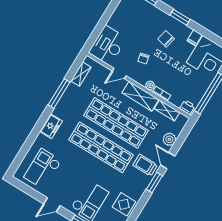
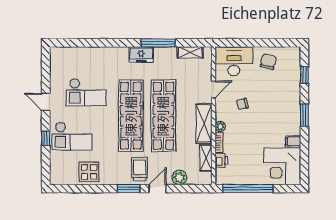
chair: (166, 39) -> (268, 62), moved
door: (119, 73) -> (214, 89), swing flipped
printer: (187, 107) -> (221, 160), moved
freezer: (51, 126) -> (141, 55), moved
checkout: (43, 169) -> (86, 92), moved, turned 180

